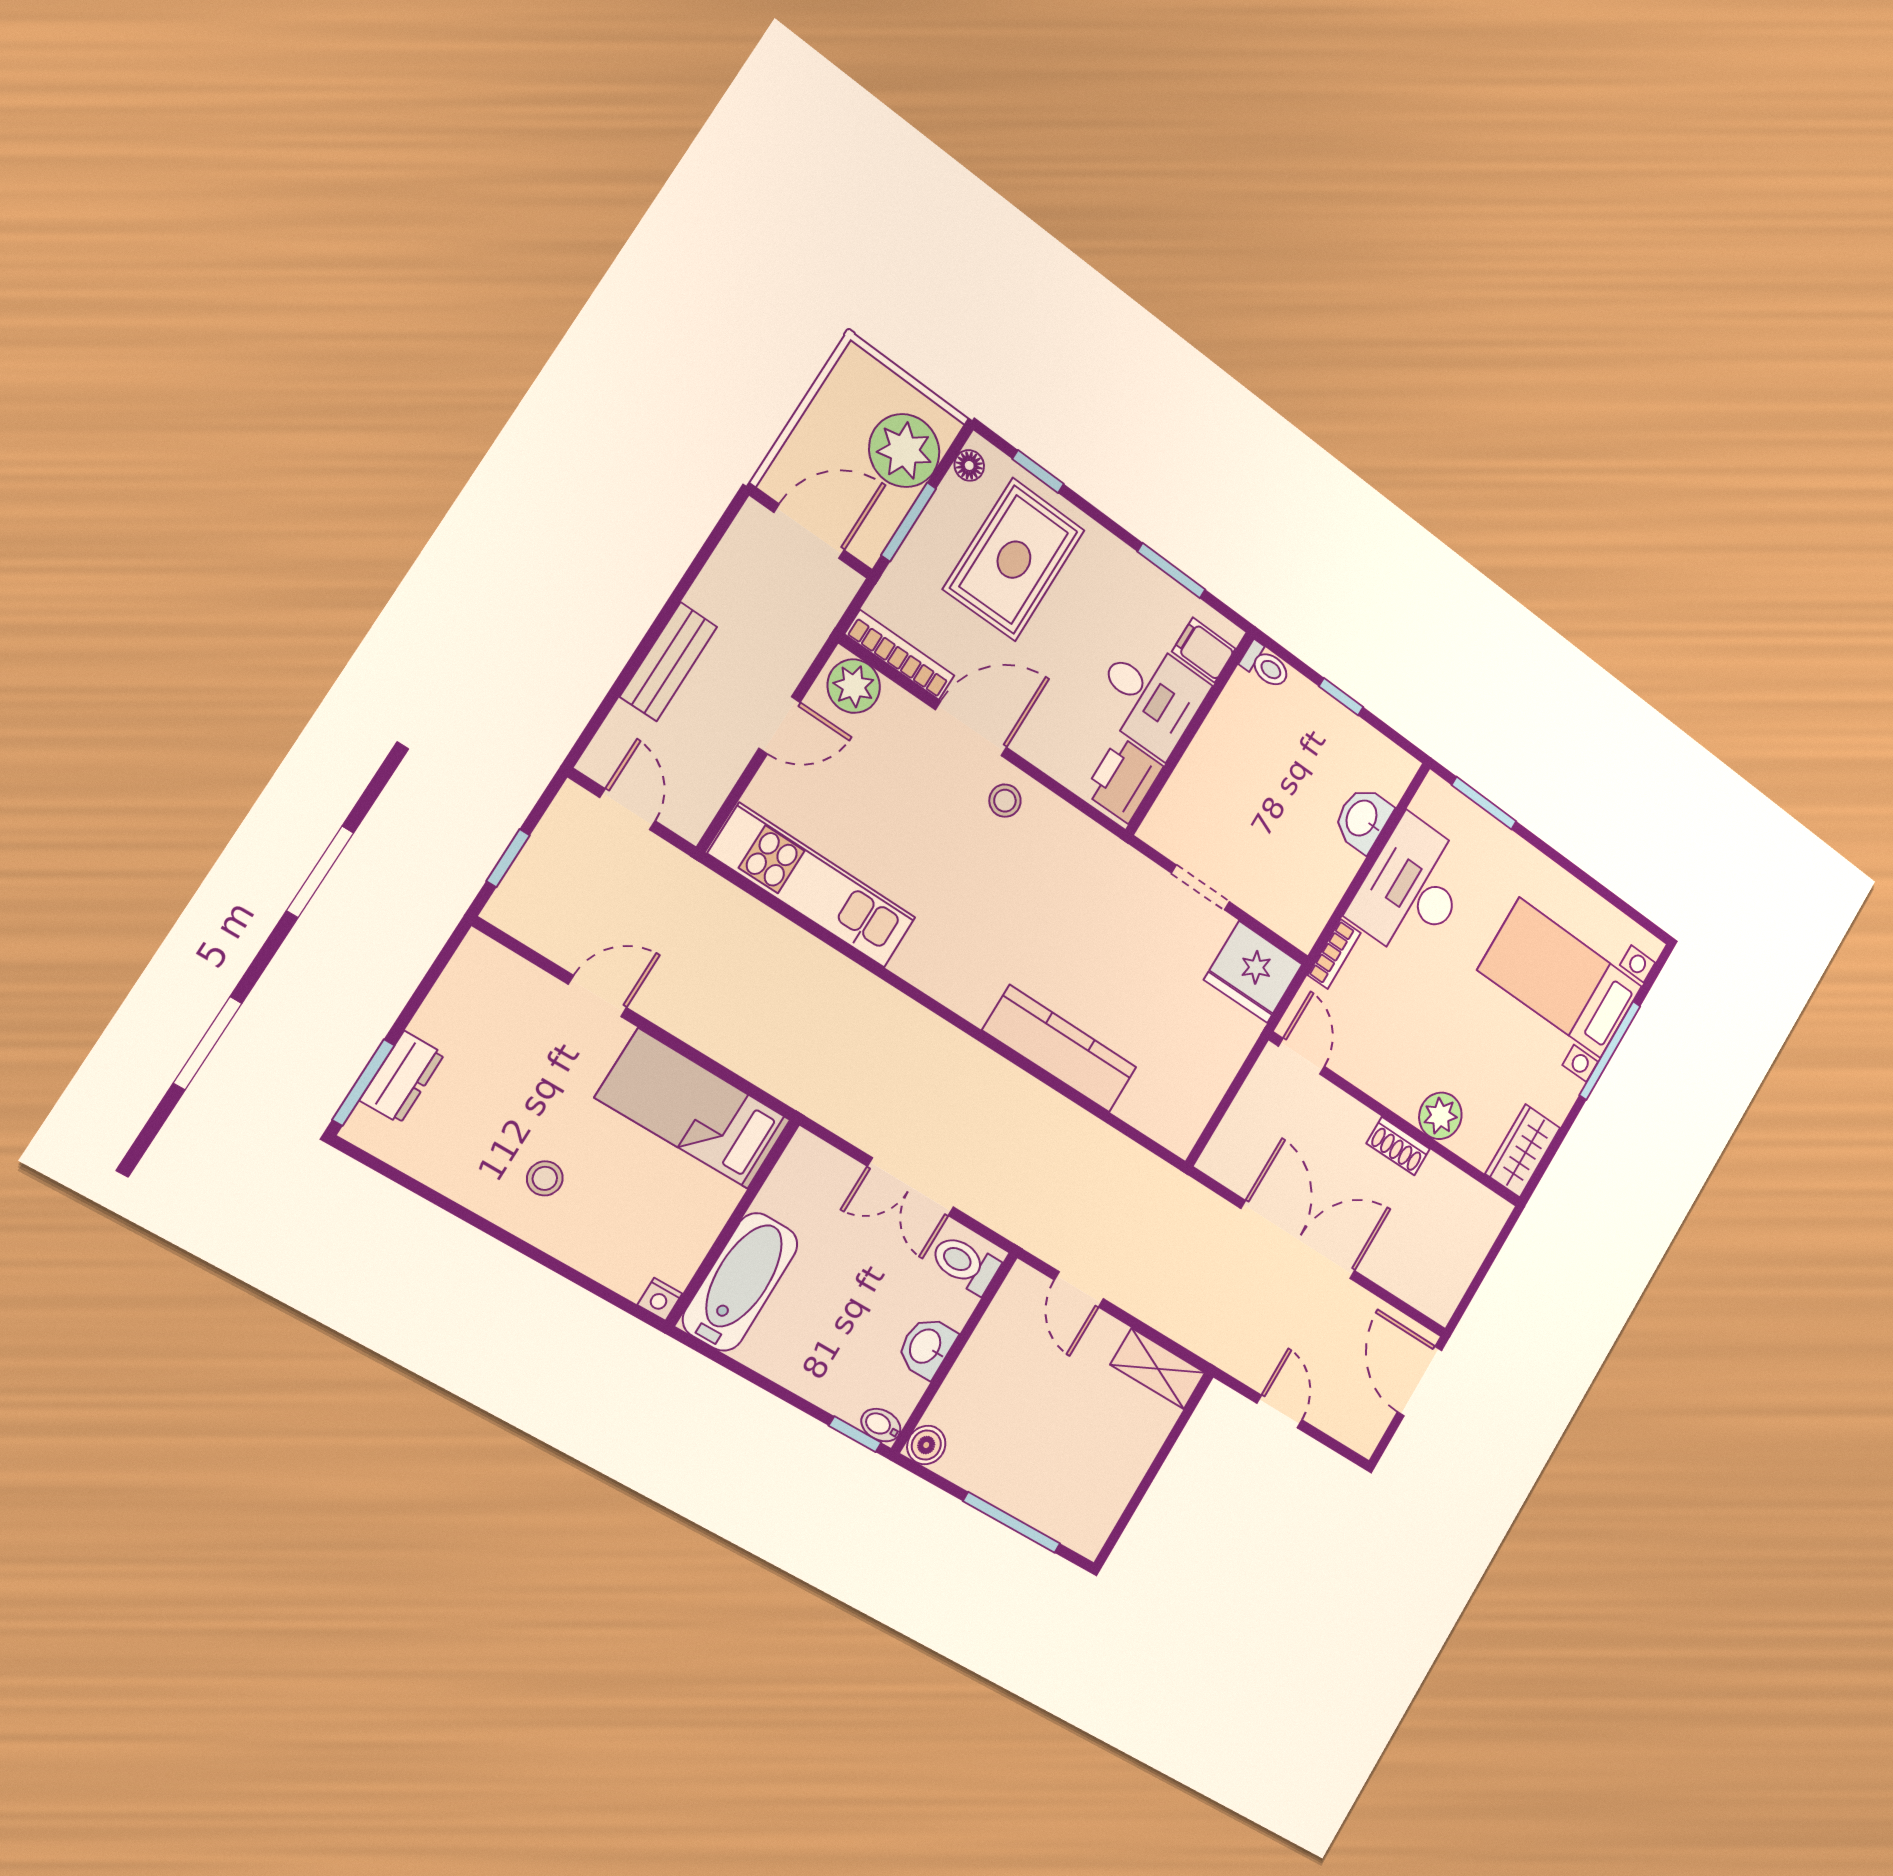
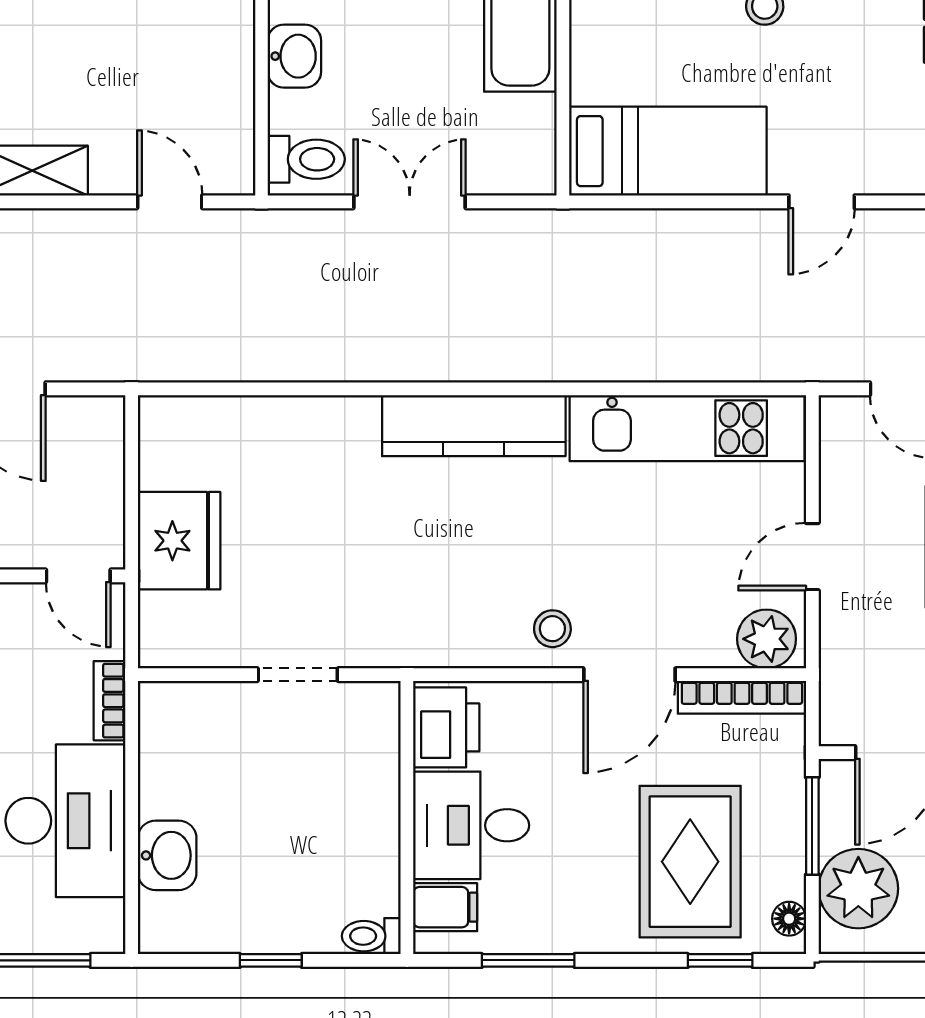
fridge: (1253, 972) -> (179, 541), moved, turned 90
kitchen counter: (1060, 1049) -> (474, 426), moved

